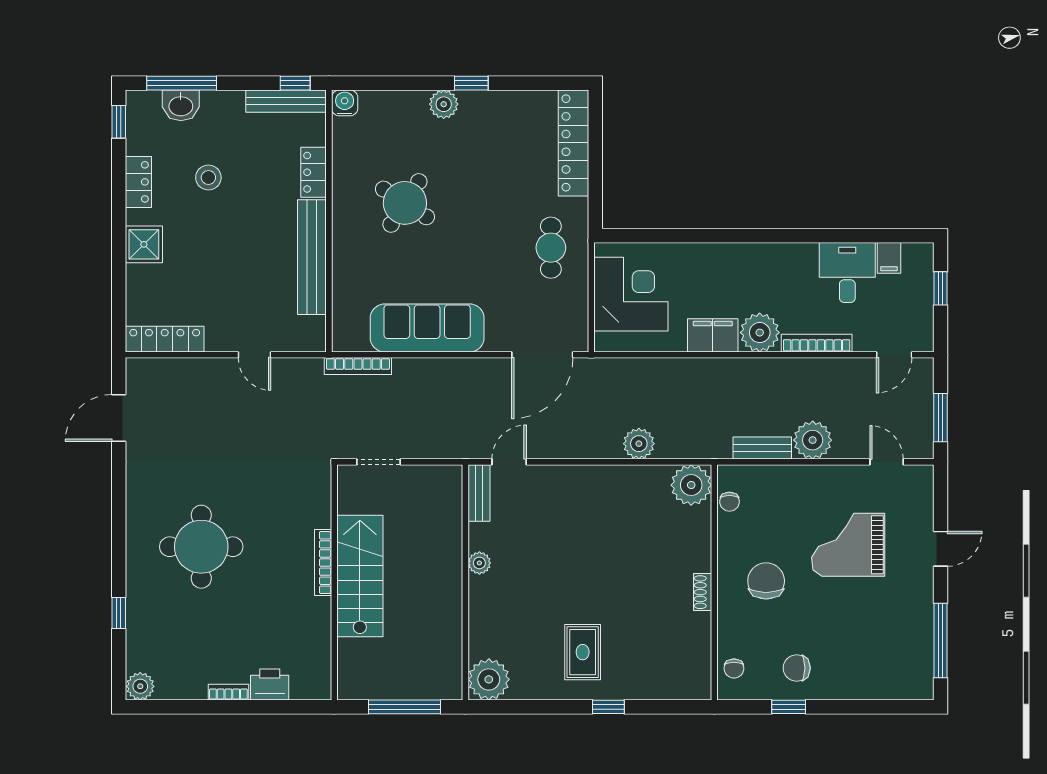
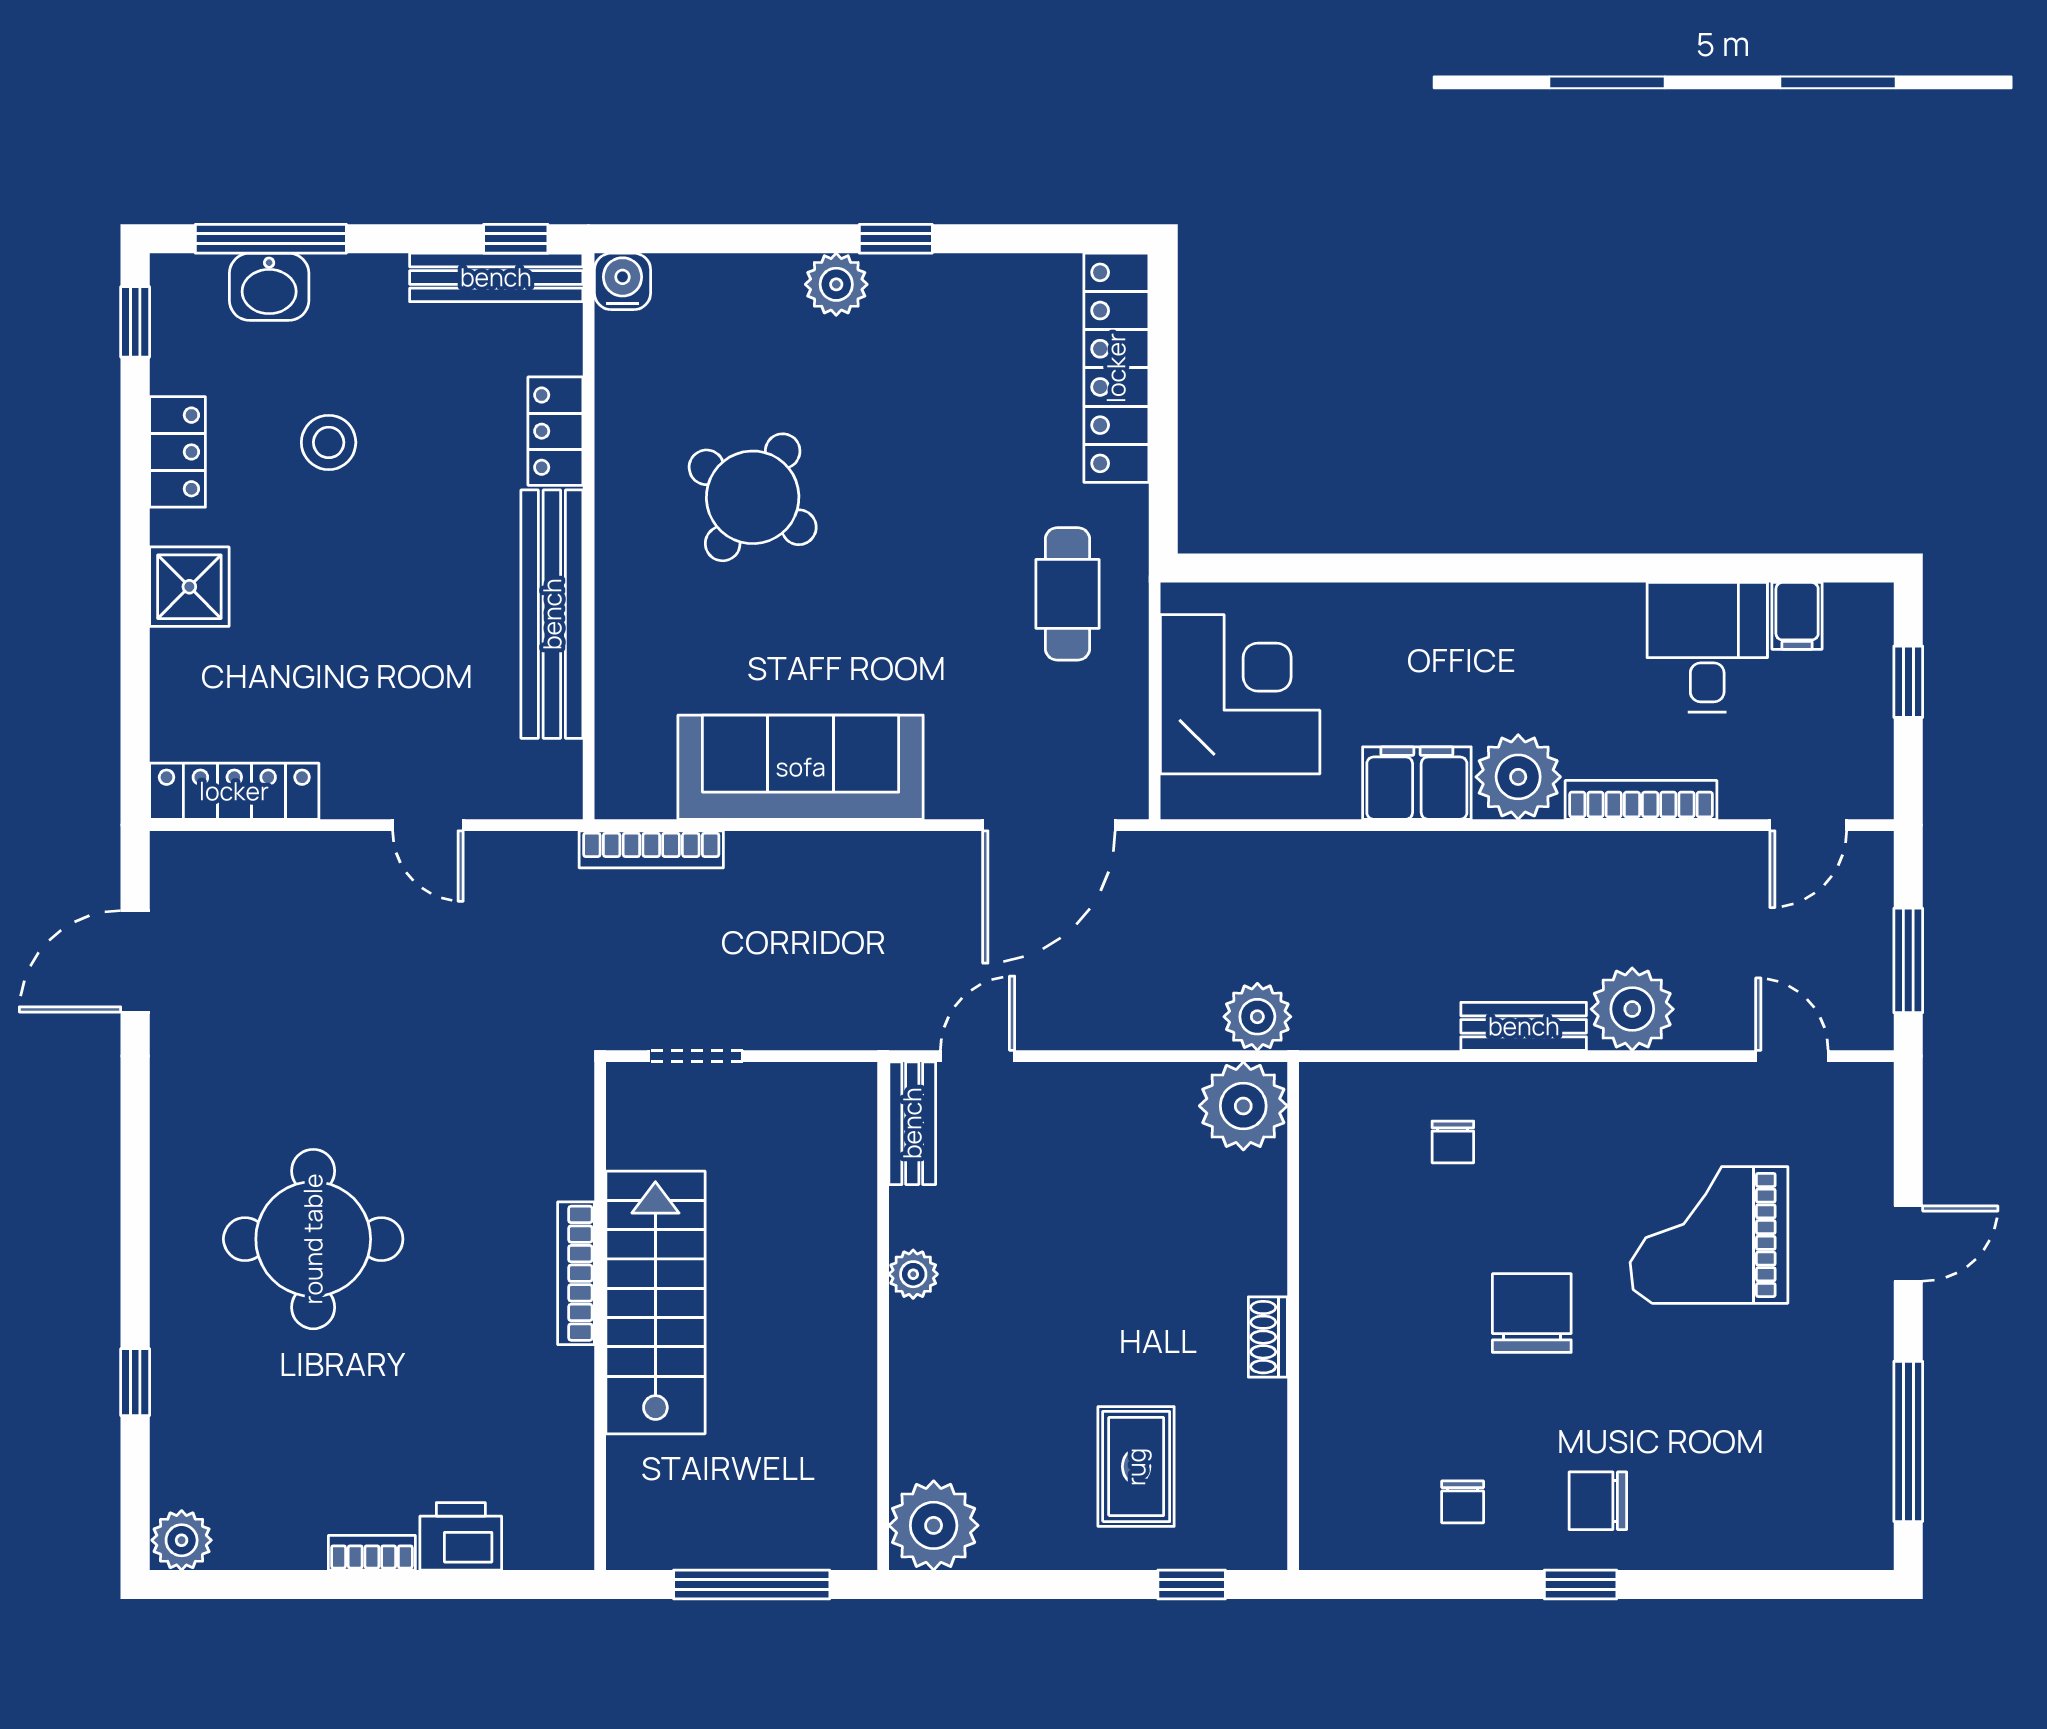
plant: (691, 485) -> (1243, 1106), moved
wall: (714, 582) -> (1293, 1316), moved
shoe rack: (703, 592) -> (1268, 1337), moved

